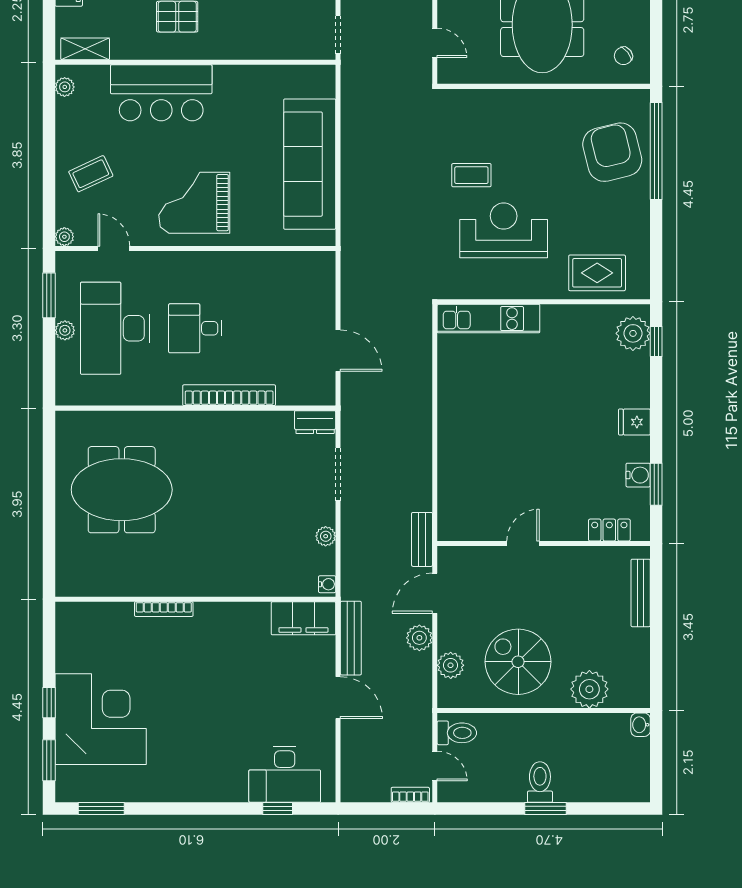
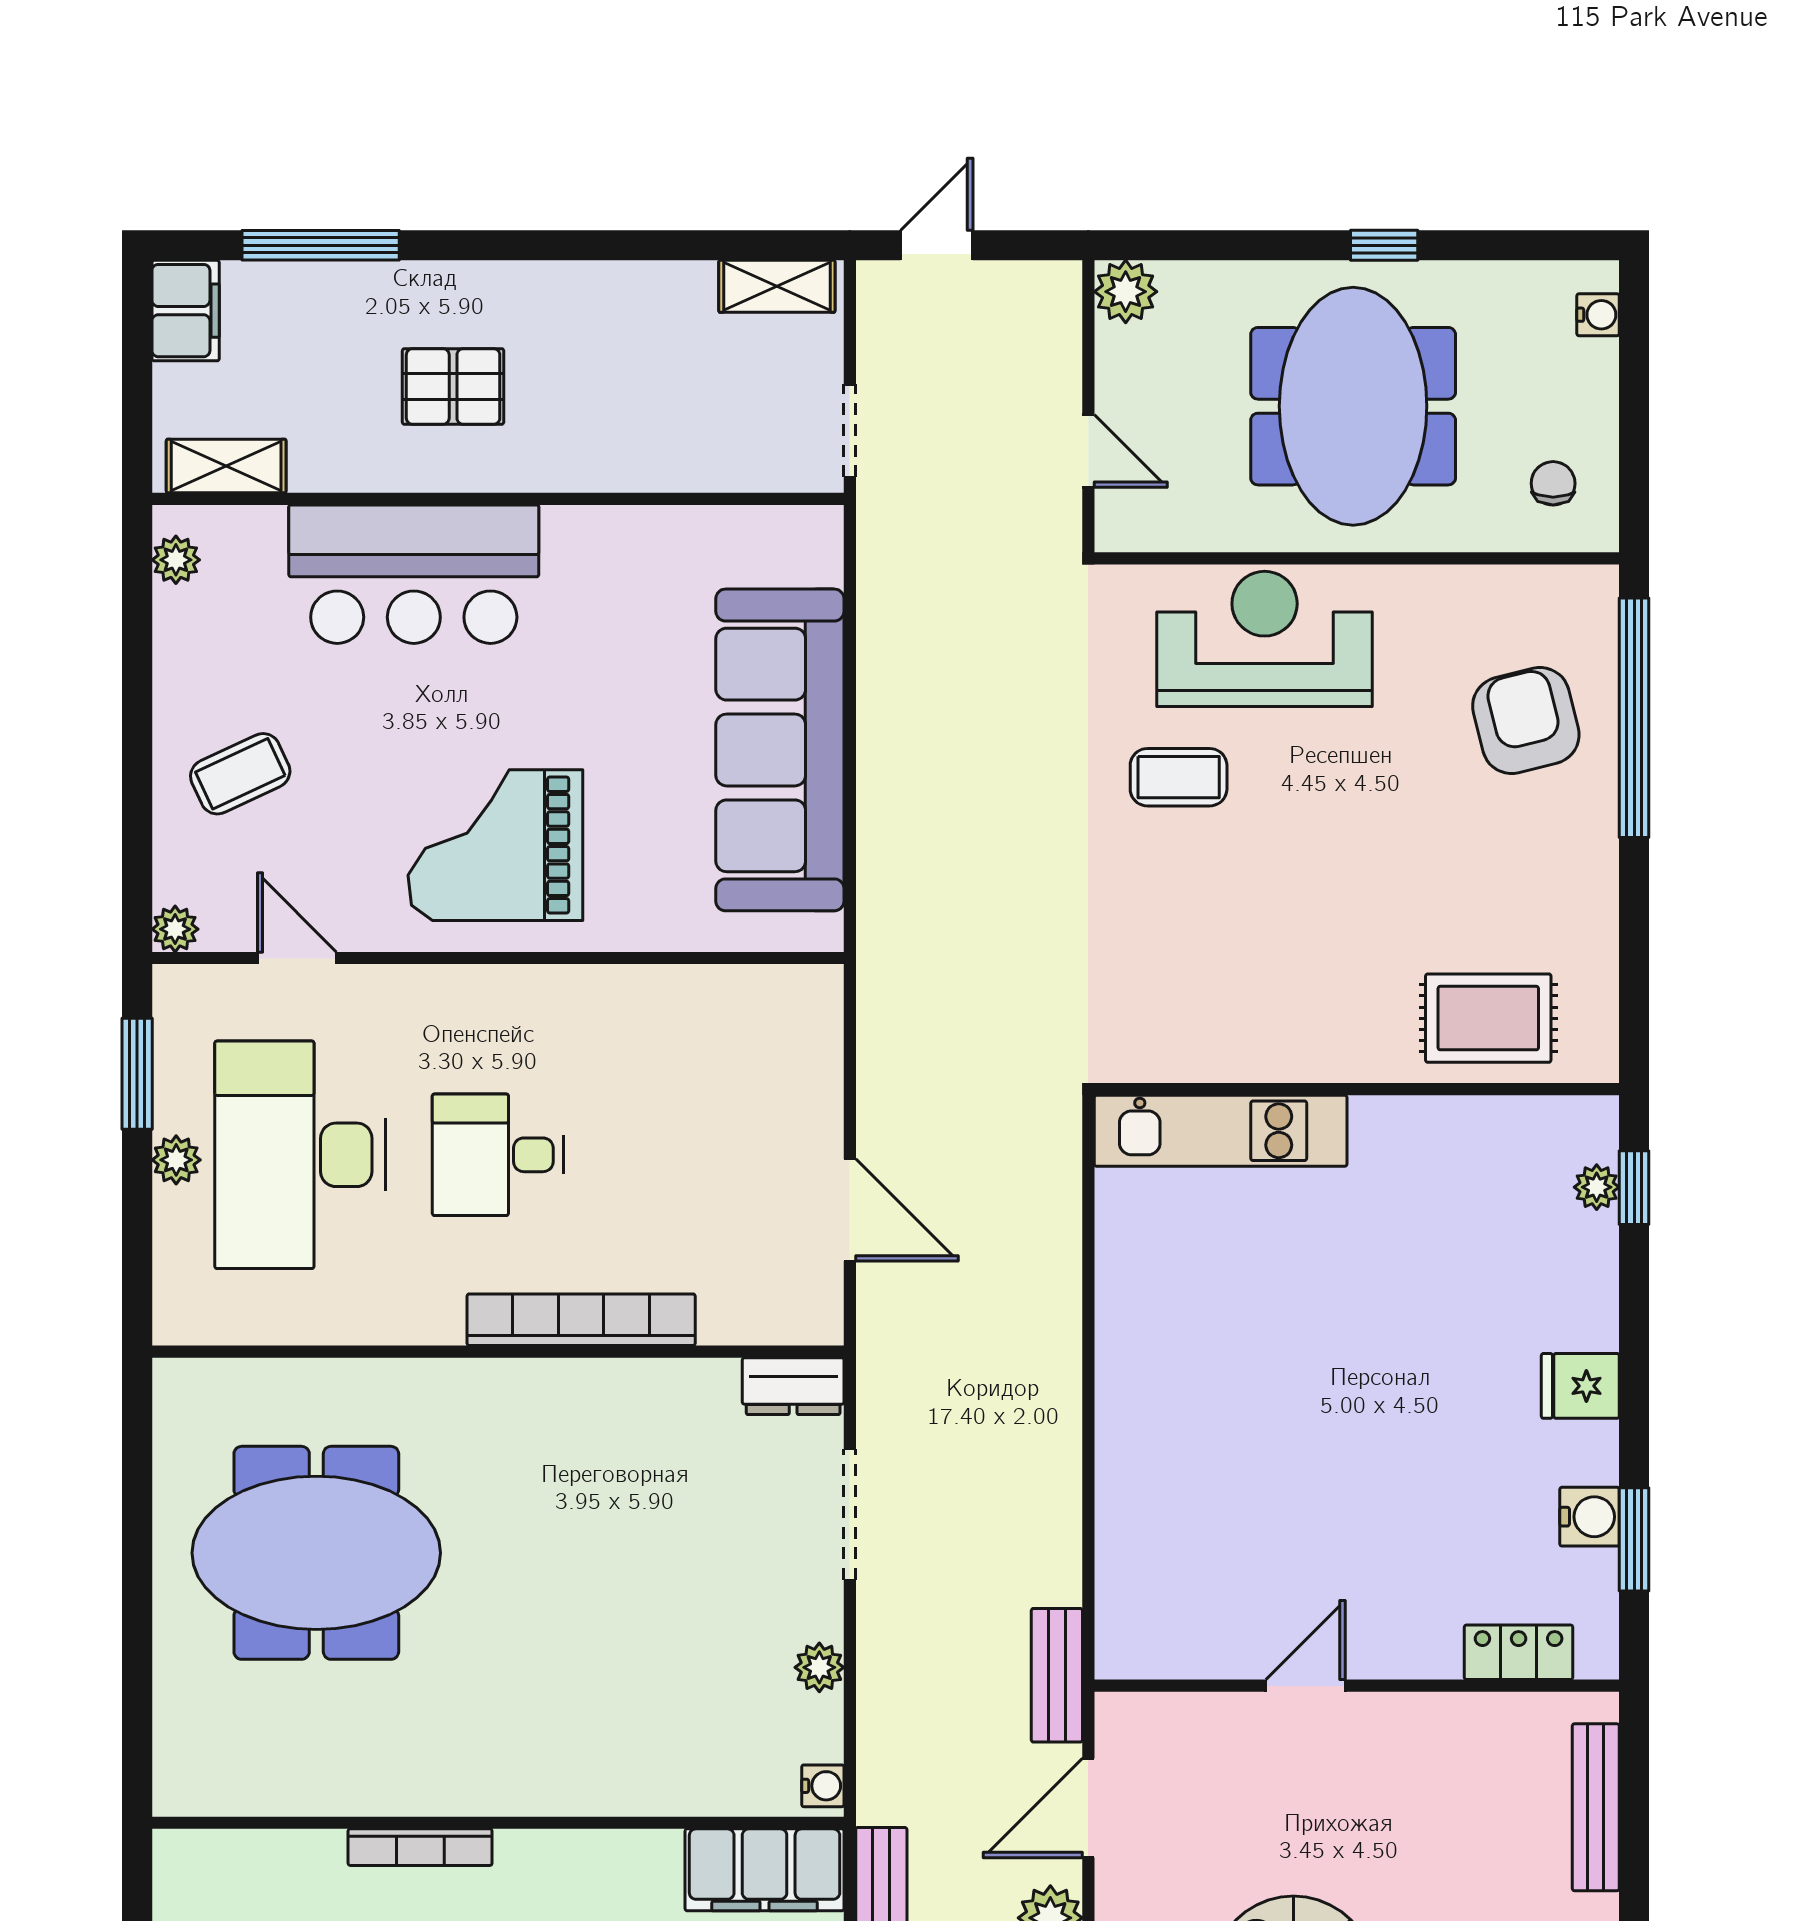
chair: (623, 56) -> (1553, 483), turned 128
armchair: (612, 152) -> (1526, 720), width x0.73, depth x0.73
reception desk: (504, 230) -> (1265, 639), moved
plant: (633, 333) -> (1597, 1187), width x0.53, depth x0.53

